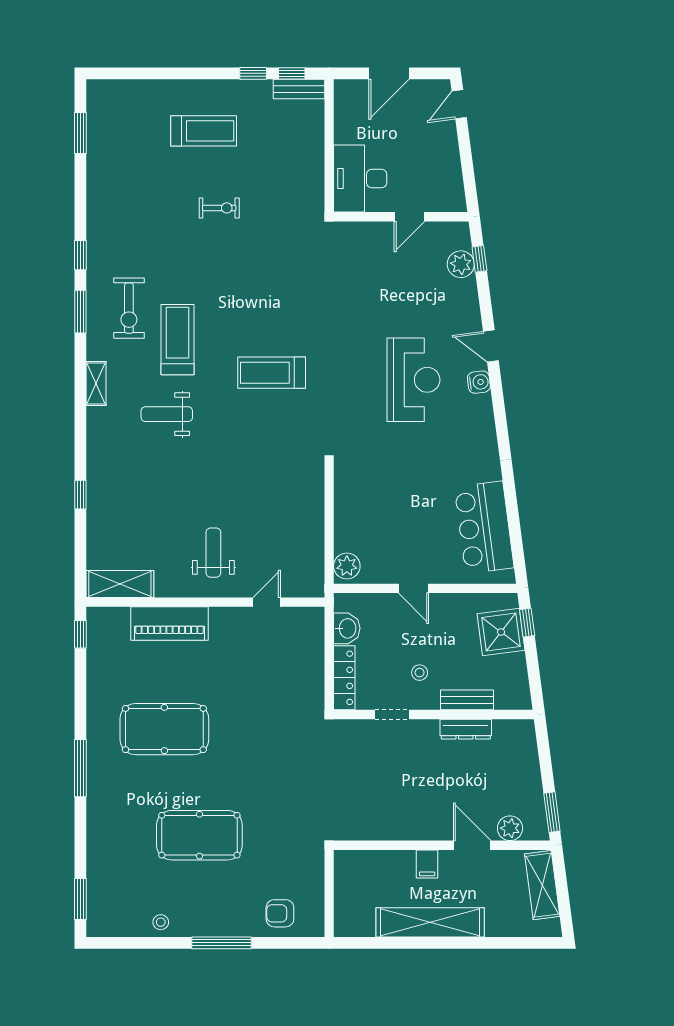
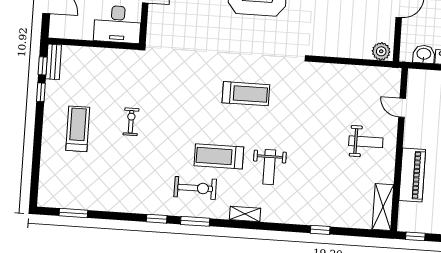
treadmill: (272, 373) -> (246, 94), turned -90
weight bench: (213, 553) -> (366, 142), turned 180

